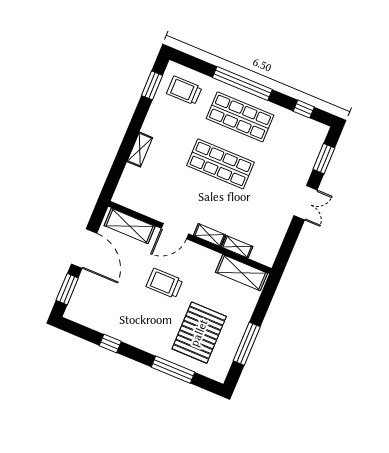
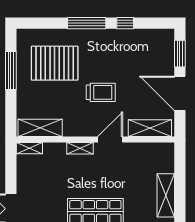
shelving: (140, 150) -> (166, 195), width x1.50, depth x1.33
shelving: (237, 247) -> (29, 148), moved
pallet: (199, 333) -> (55, 63), turned 90
window: (173, 370) -> (87, 23), moved

